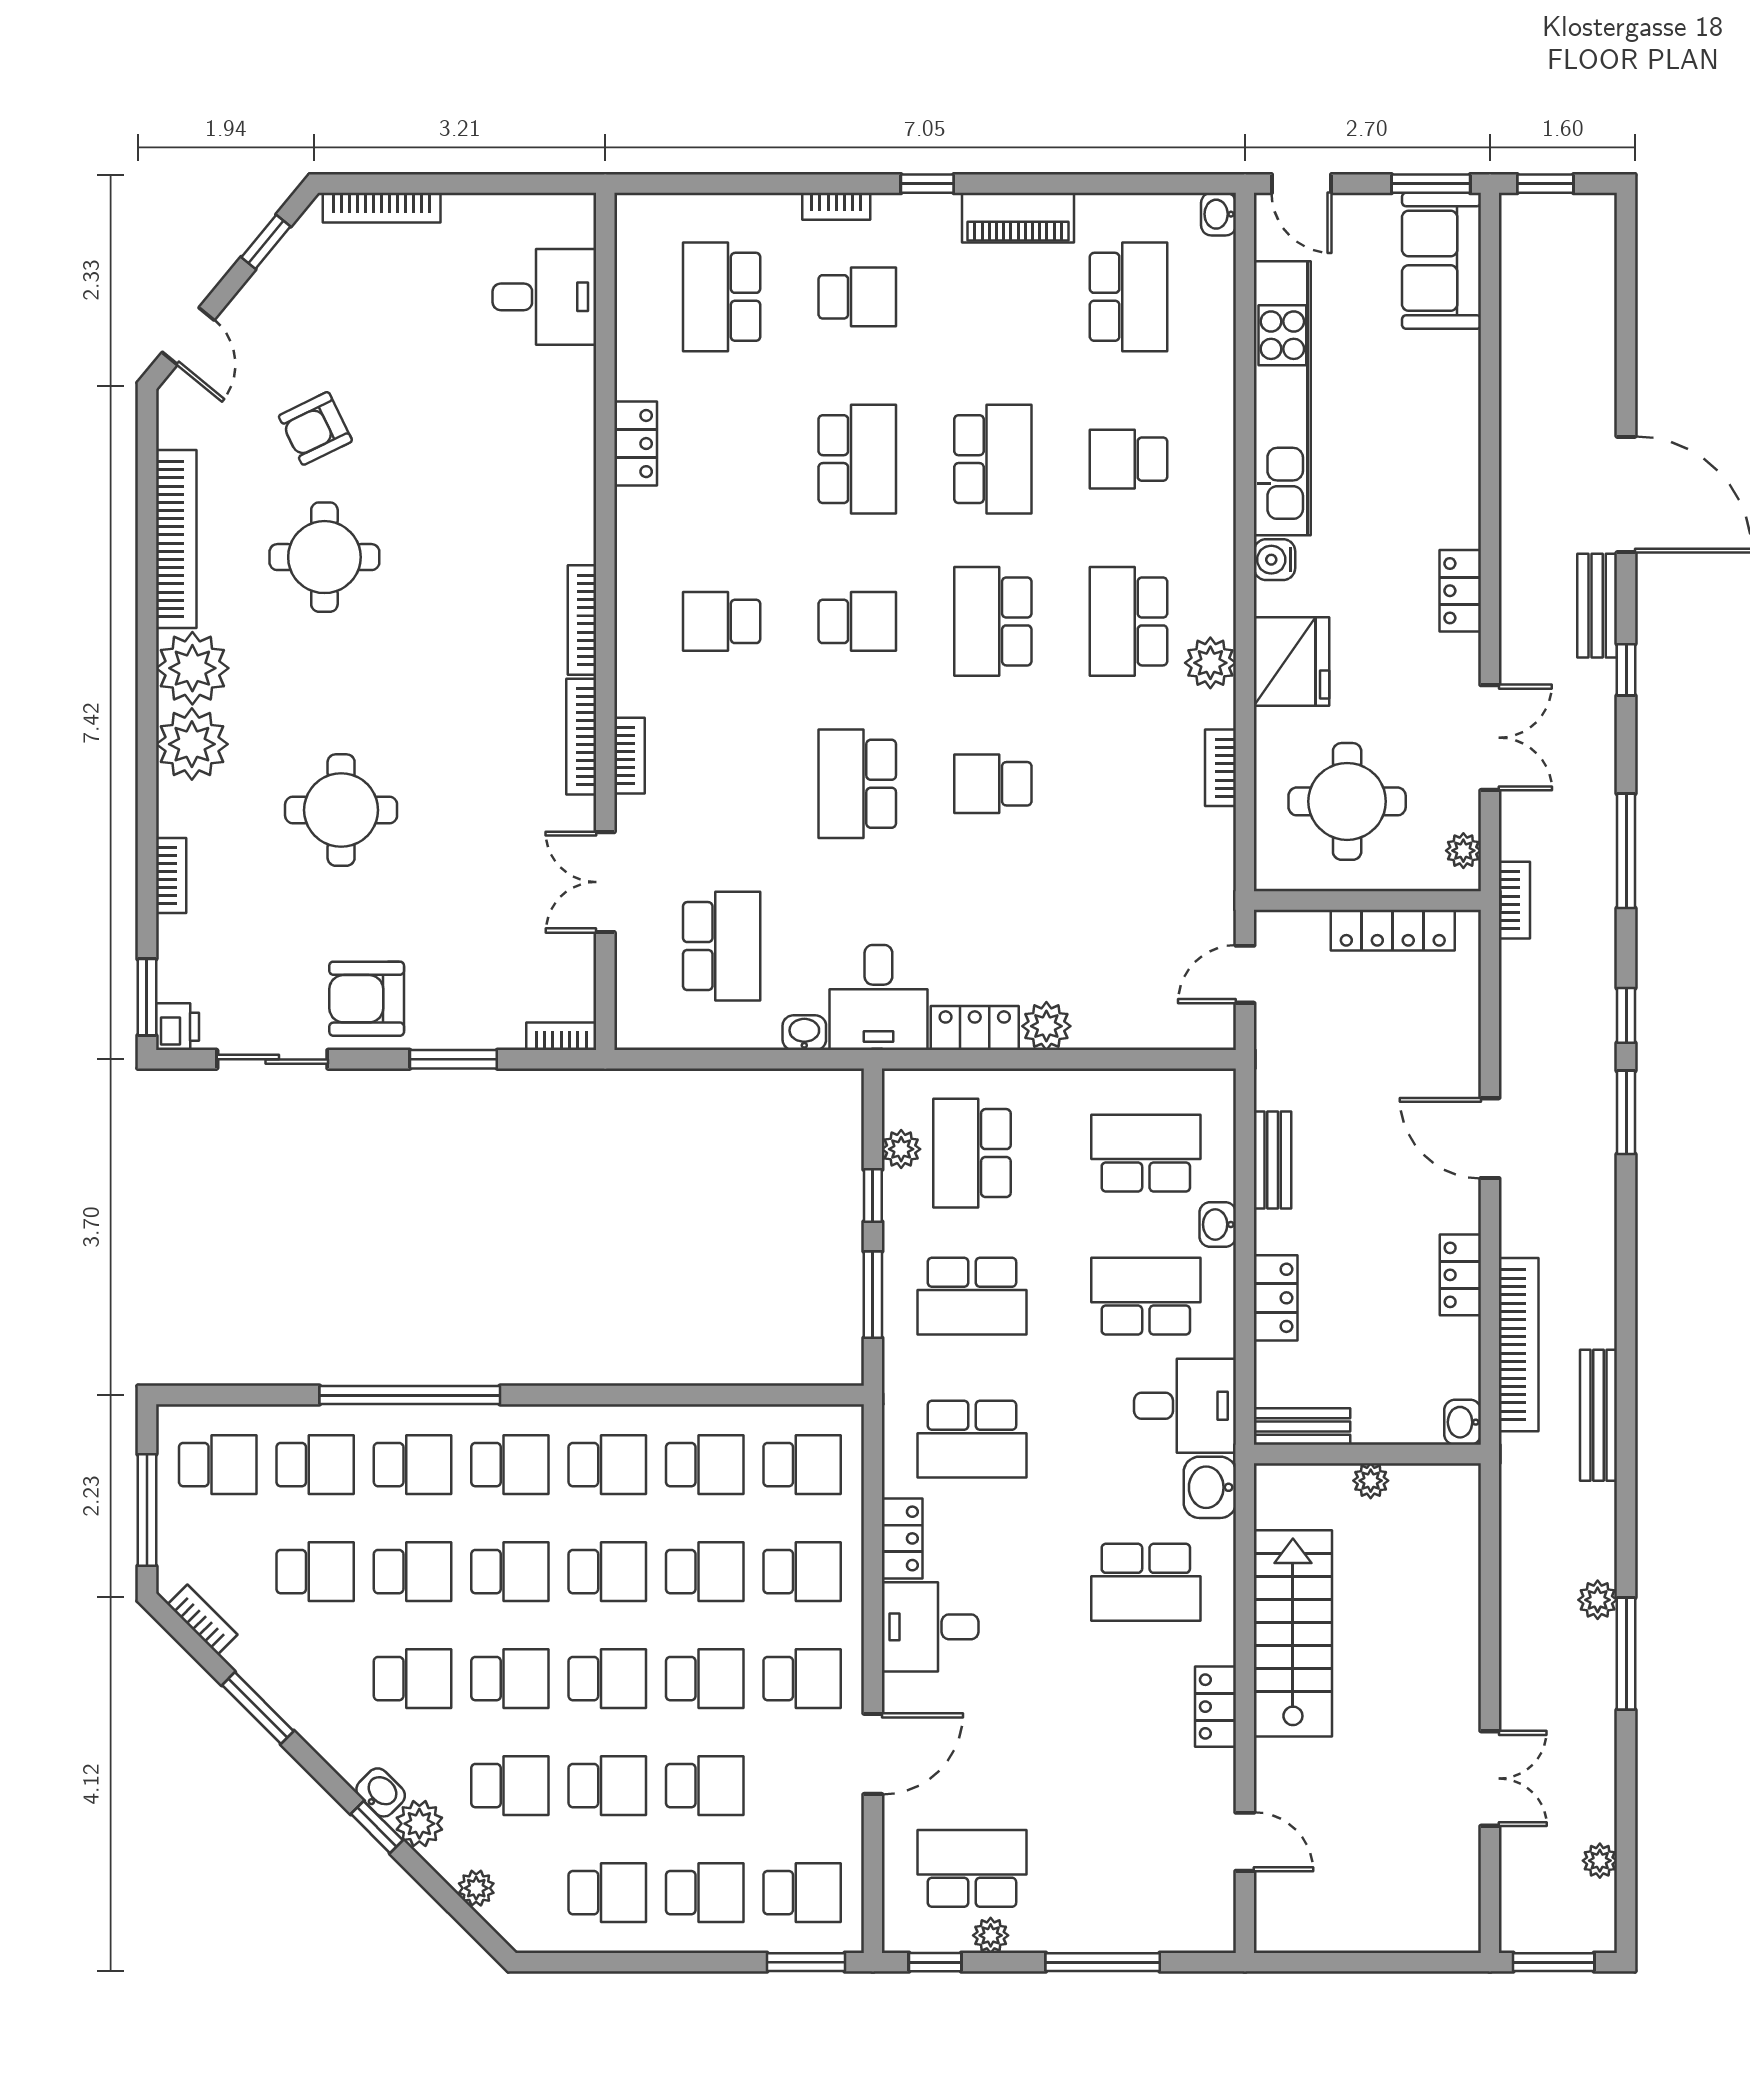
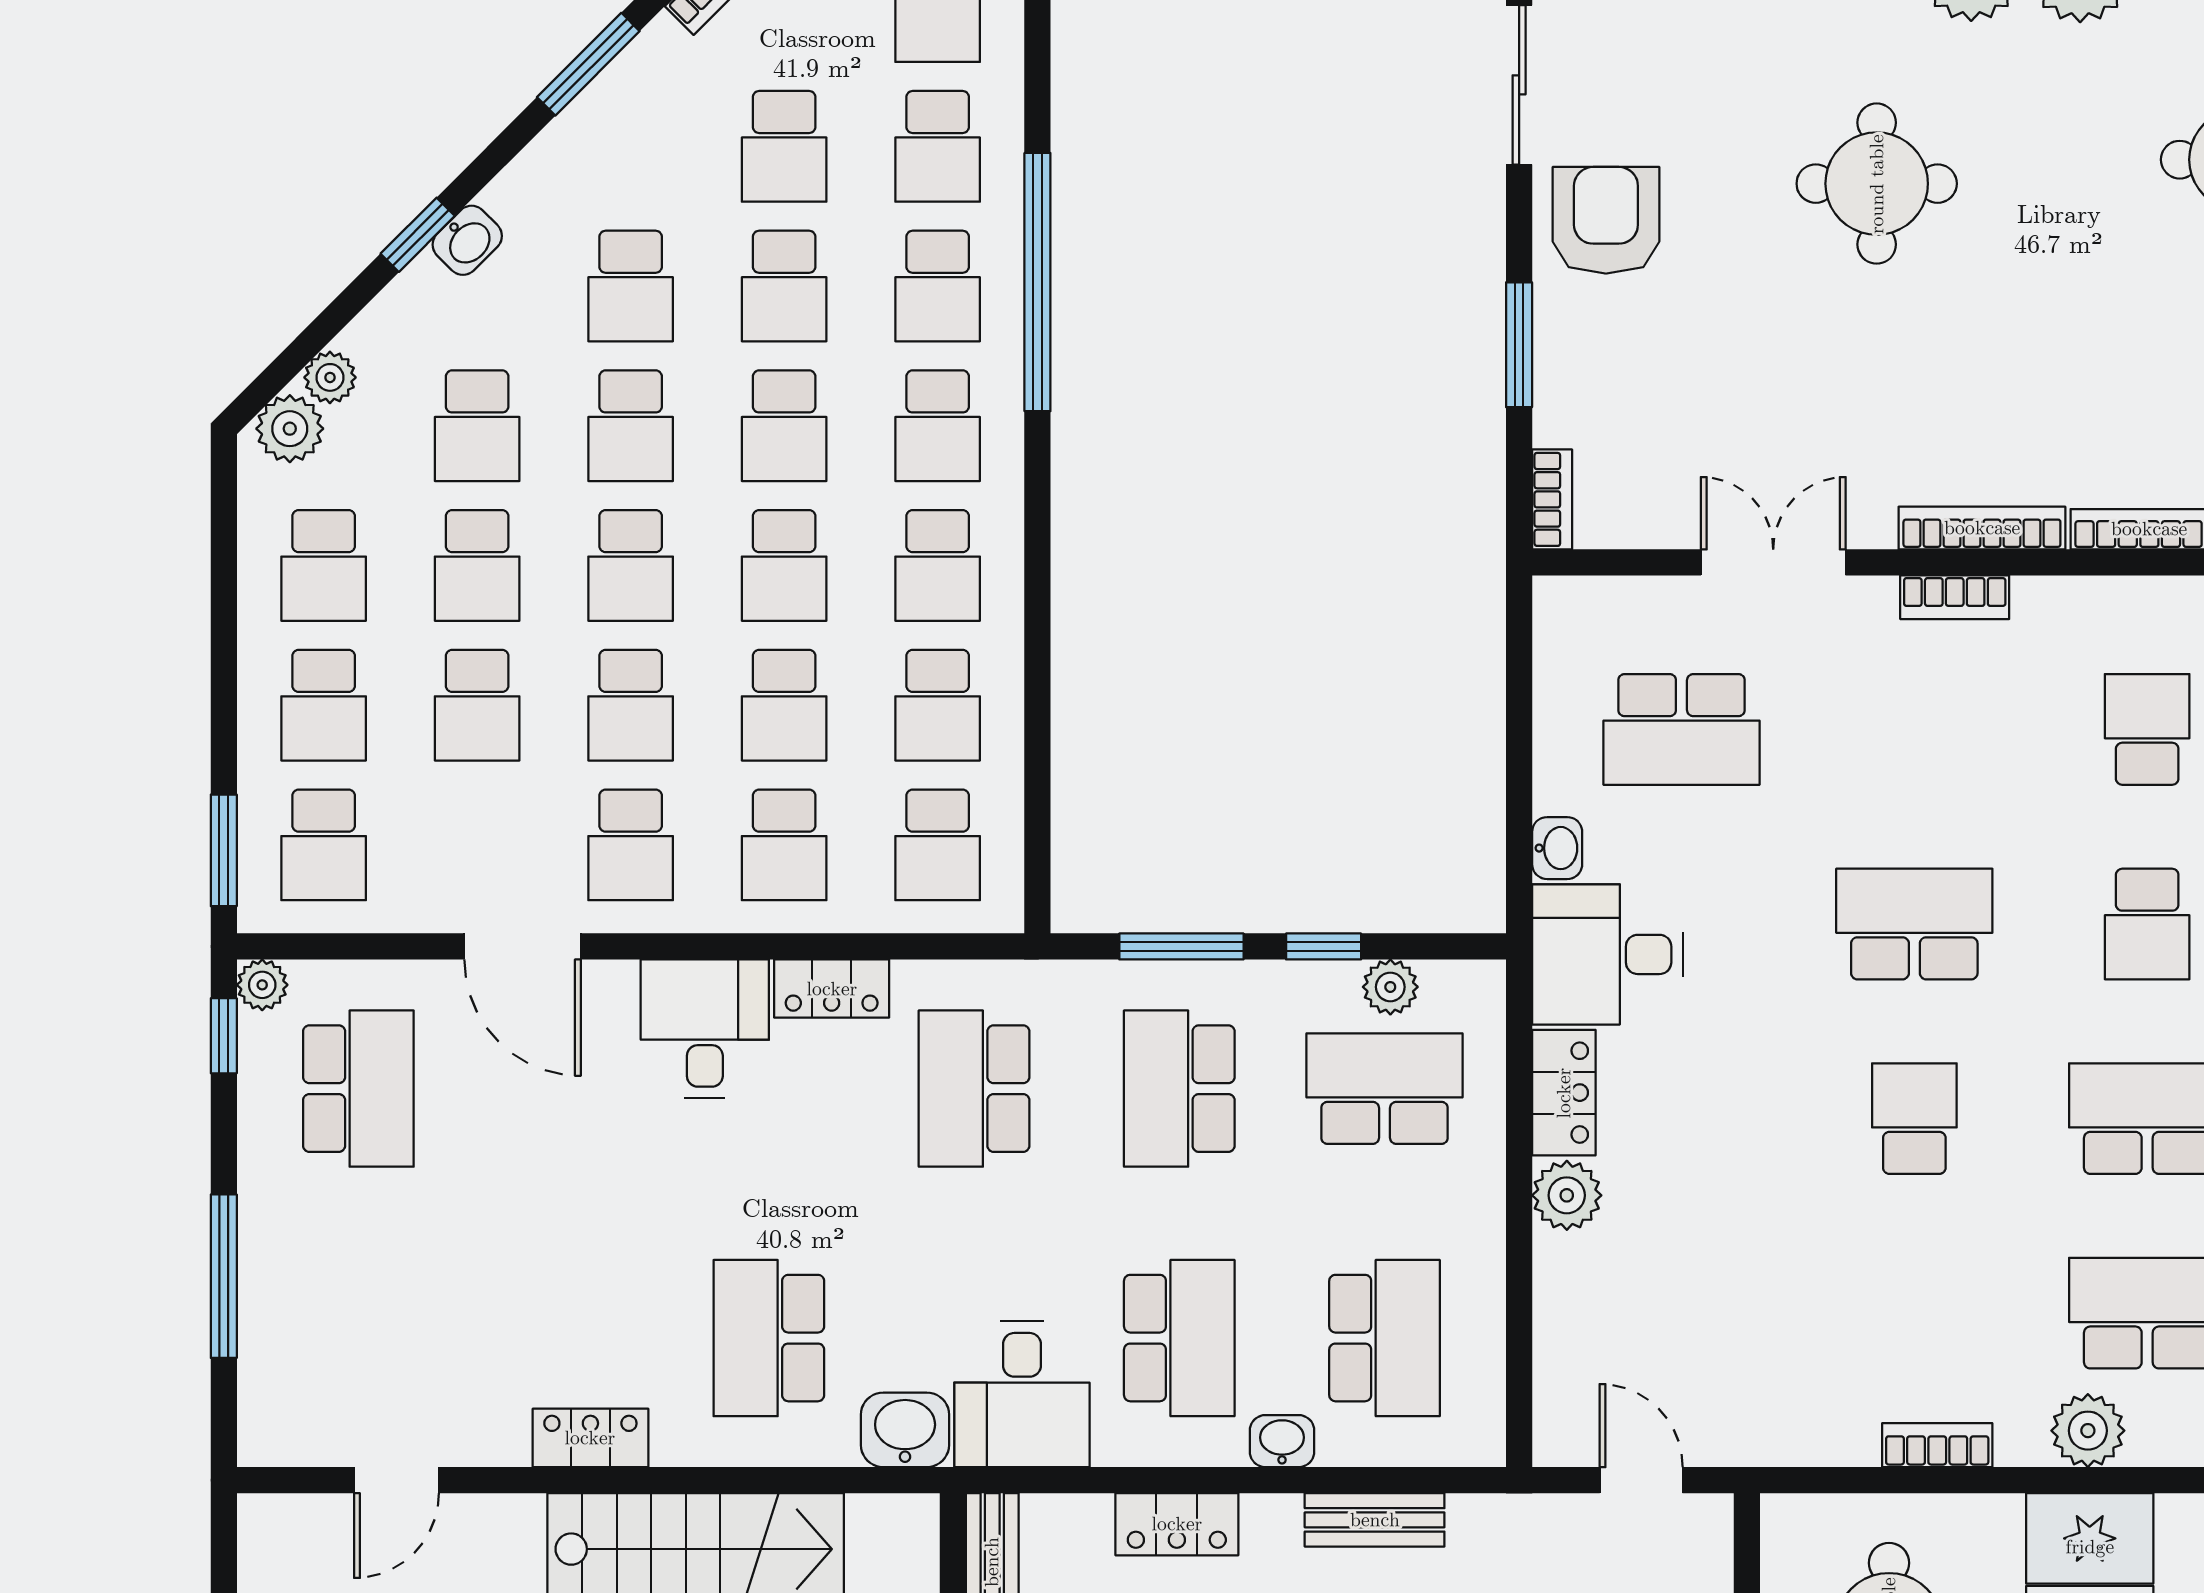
plant: (419, 1824) -> (290, 429), moved
plant: (991, 1935) -> (262, 985), moved

